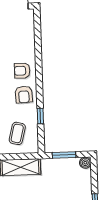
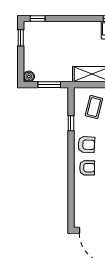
armchair: (24, 95) -> (86, 145), turned 96

